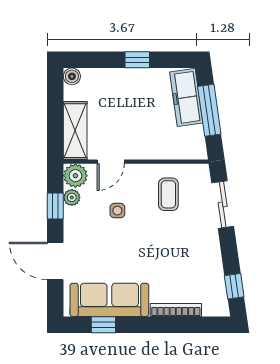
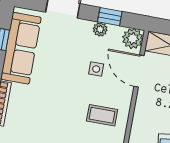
door: (111, 162) -> (139, 71), width x1.38
plant: (72, 197) -> (100, 29), moved

